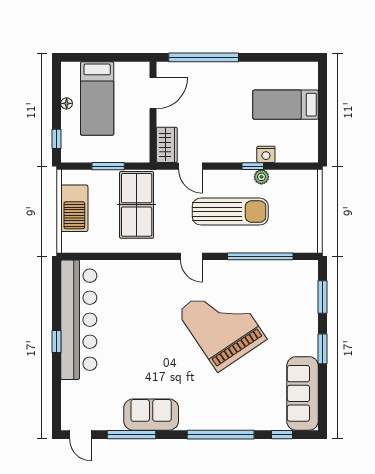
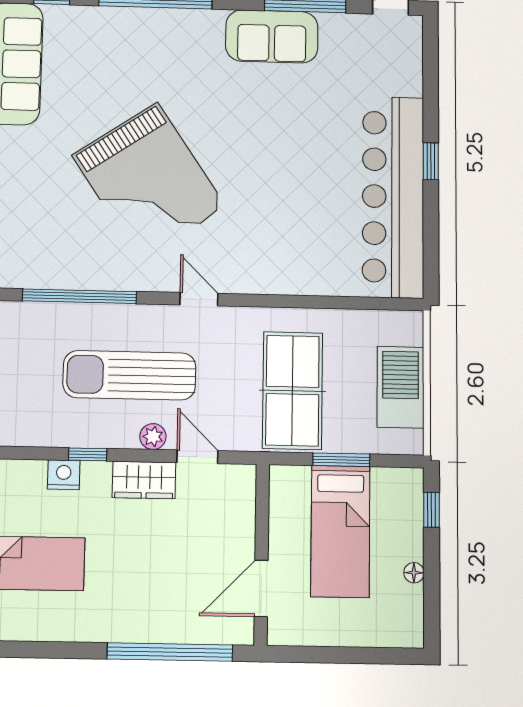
bed: (97, 98) -> (340, 531), moved, turned 180
wardrobe: (167, 145) -> (144, 480), moved, turned -90
plant: (261, 177) -> (153, 437), moved

